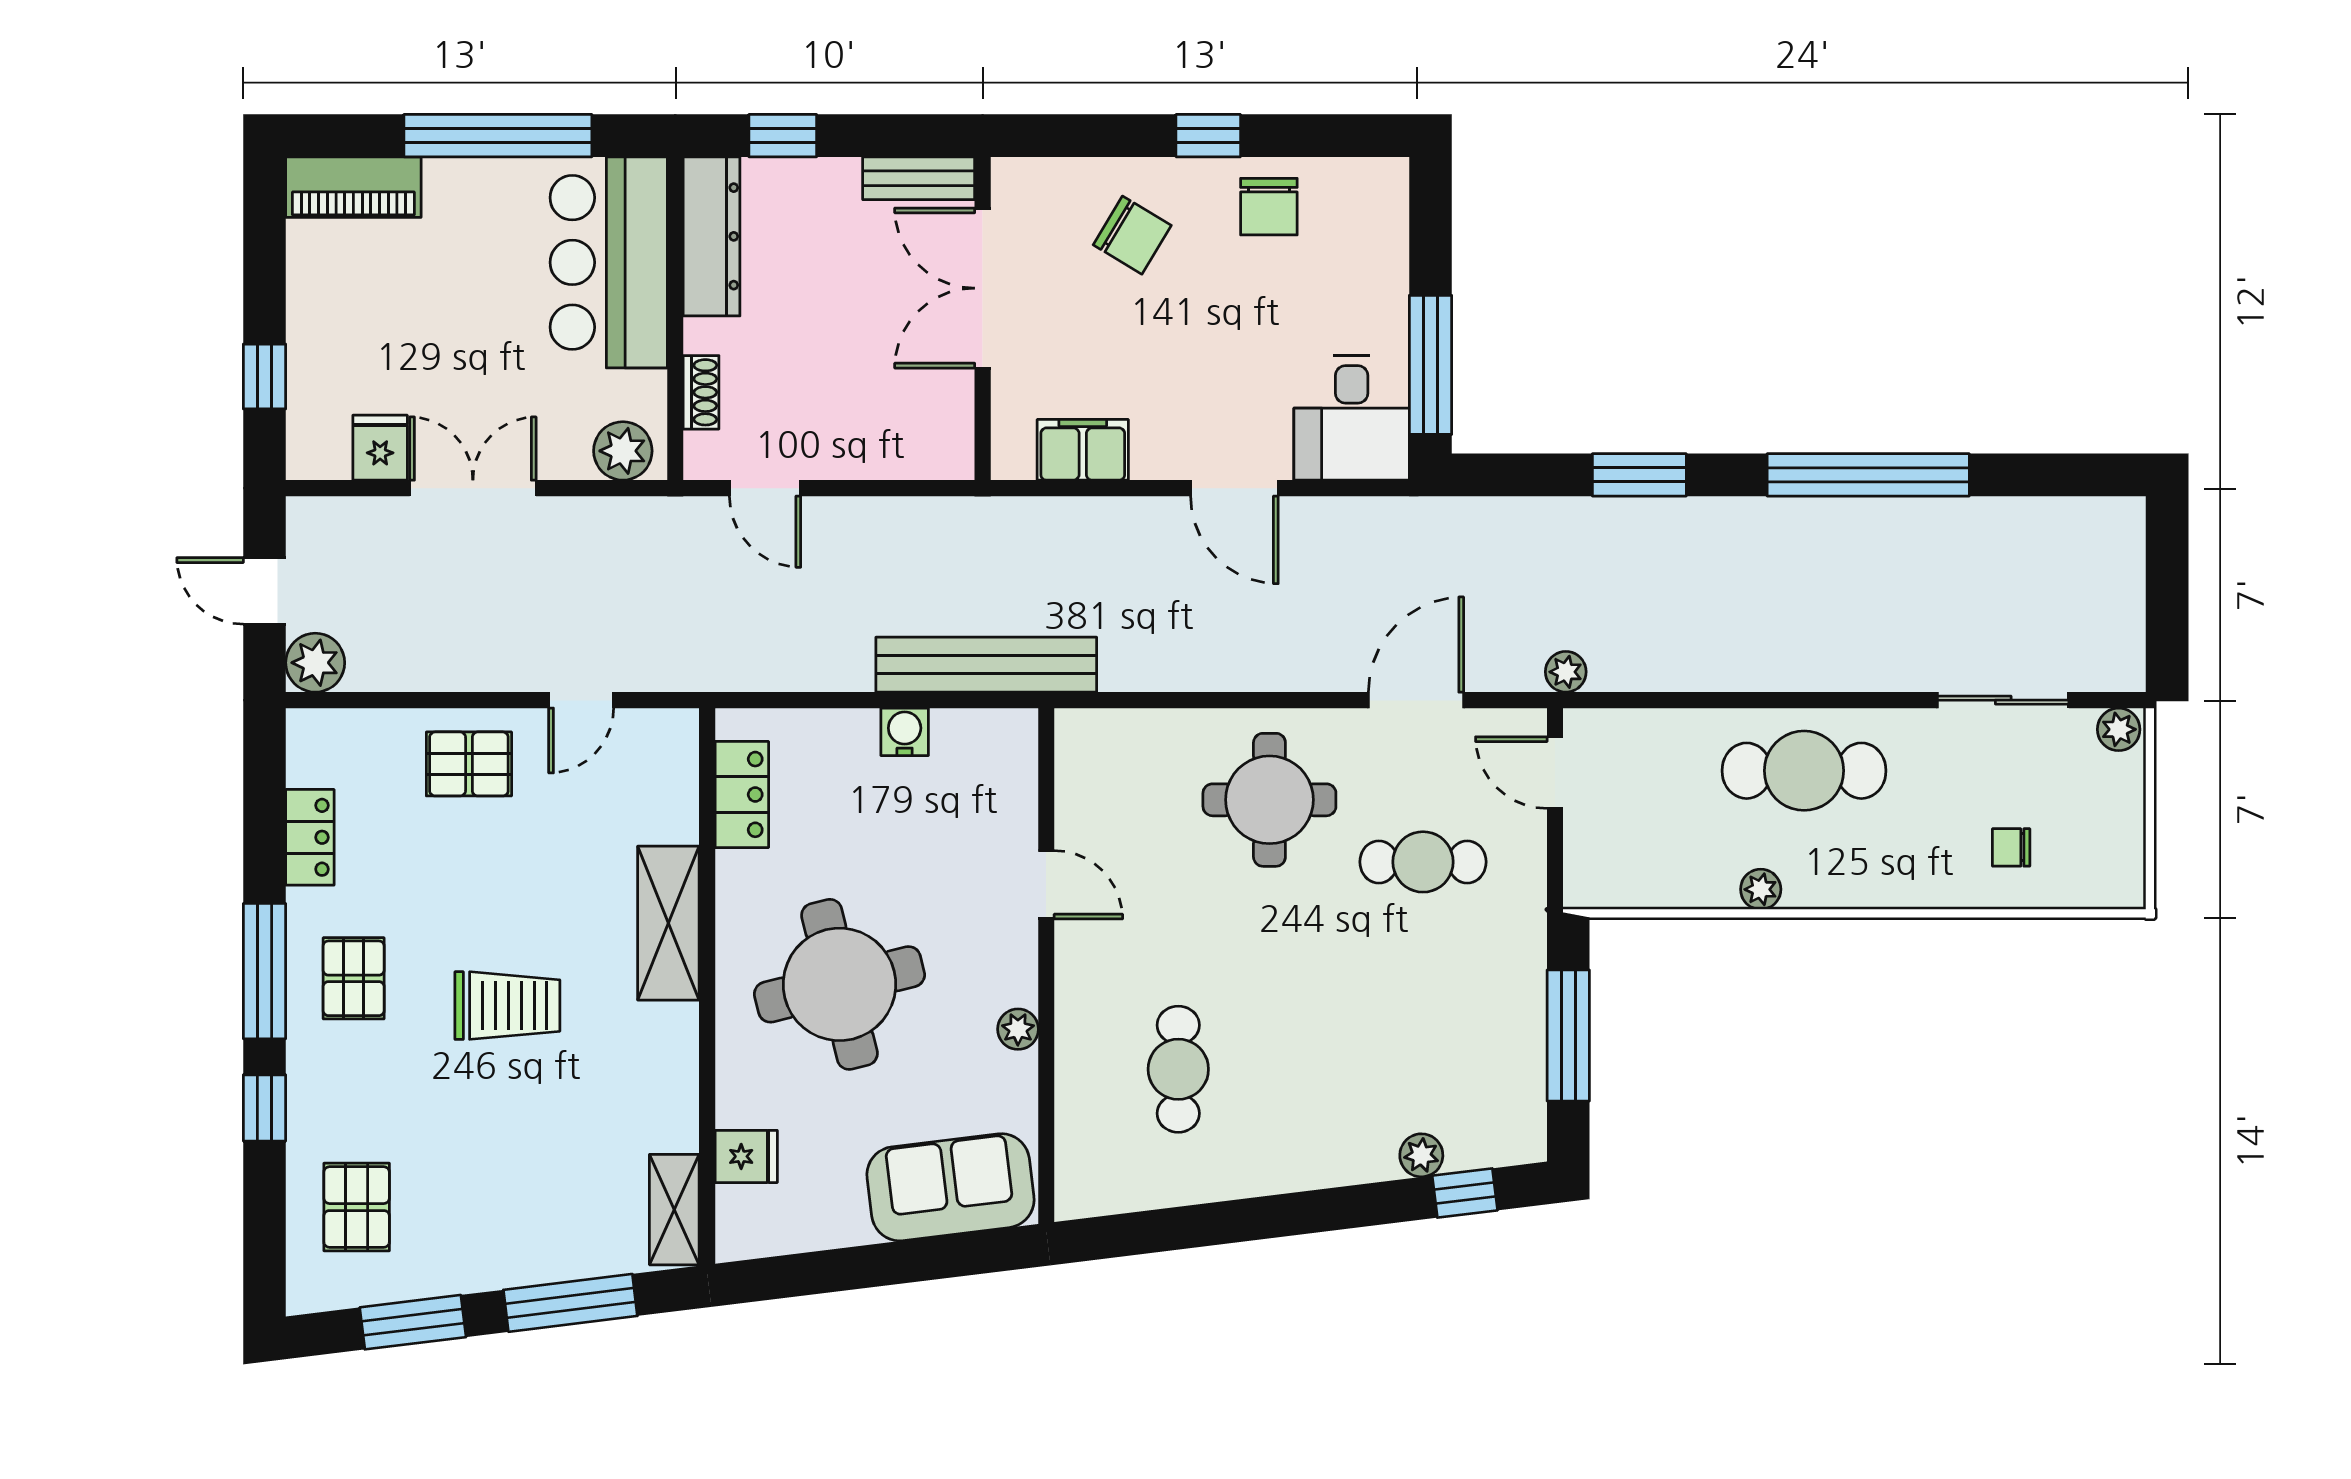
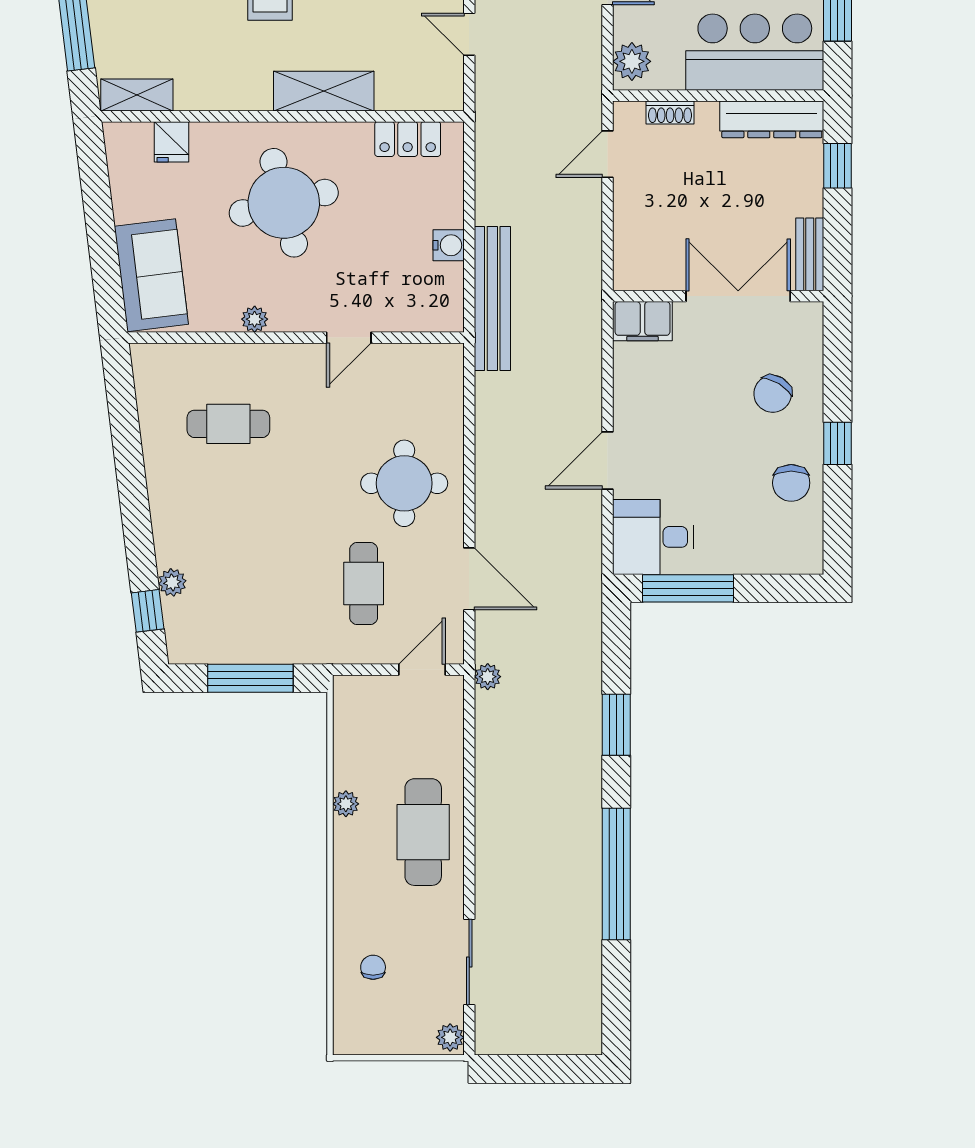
chair: (1269, 207) -> (791, 483), turned -90
filing cabinet: (1083, 450) -> (642, 321), moved, turned 90

